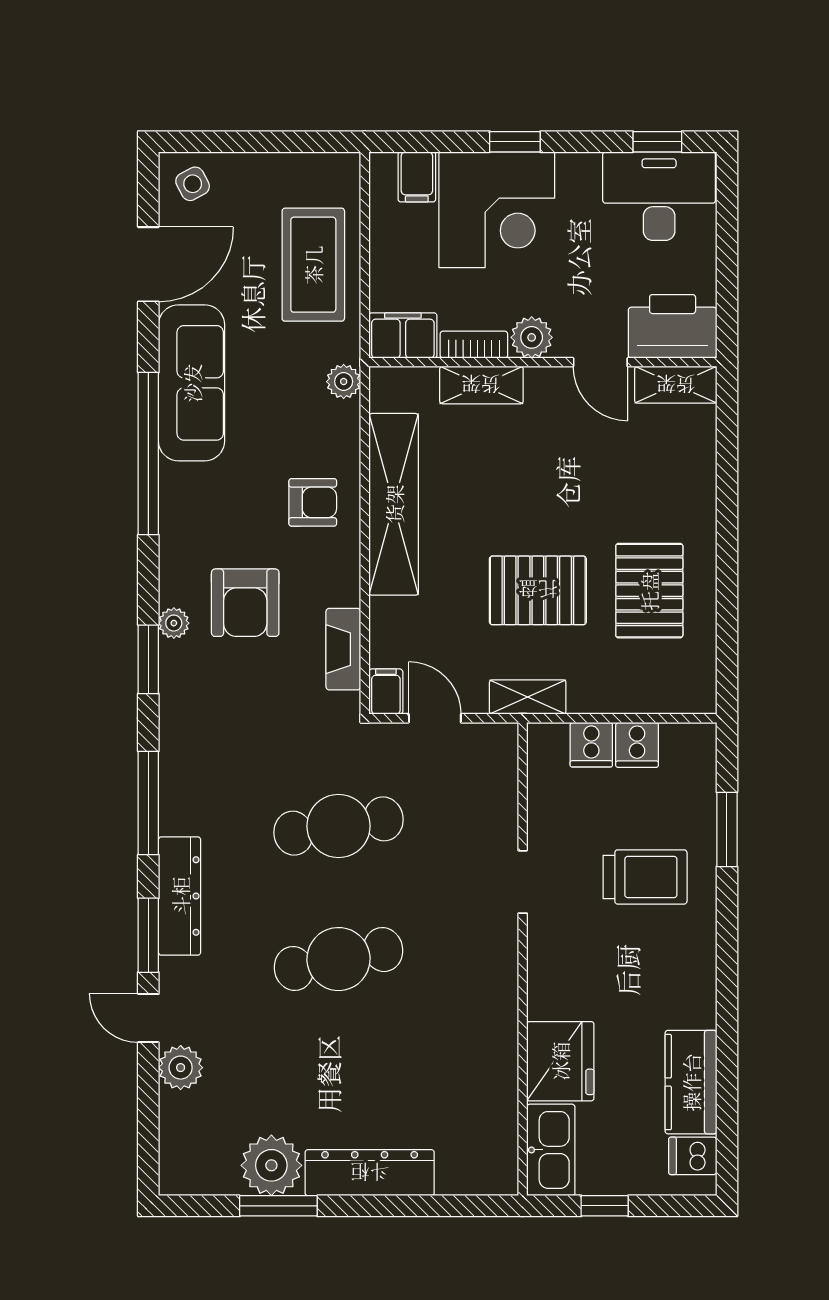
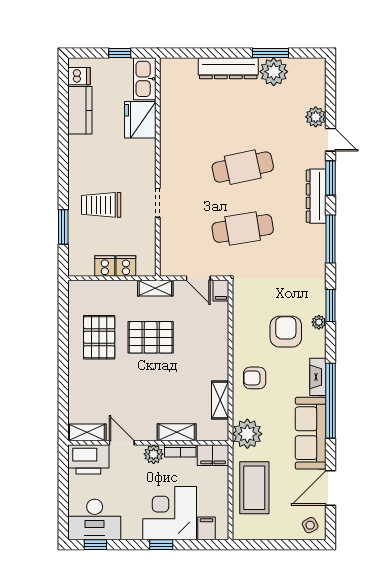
plant: (344, 382) -> (247, 434), width x1.88, depth x1.88
shelving: (394, 504) -> (220, 400), width x0.45, depth x0.75
fireplace: (343, 649) -> (318, 377), moved, turned 180

